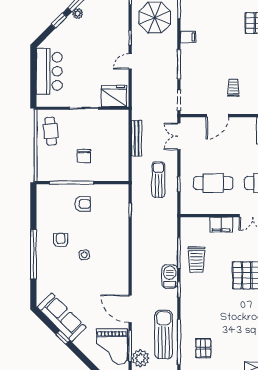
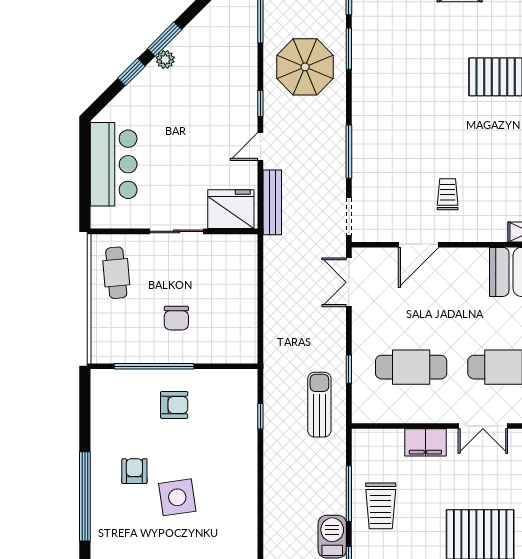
filing cabinet: (188, 37) -> (365, 102), removed
bench: (137, 138) -> (272, 202), moved
sun lounger: (158, 180) -> (319, 405), moved
side table: (84, 255) -> (177, 497), width x1.87, depth x1.87

